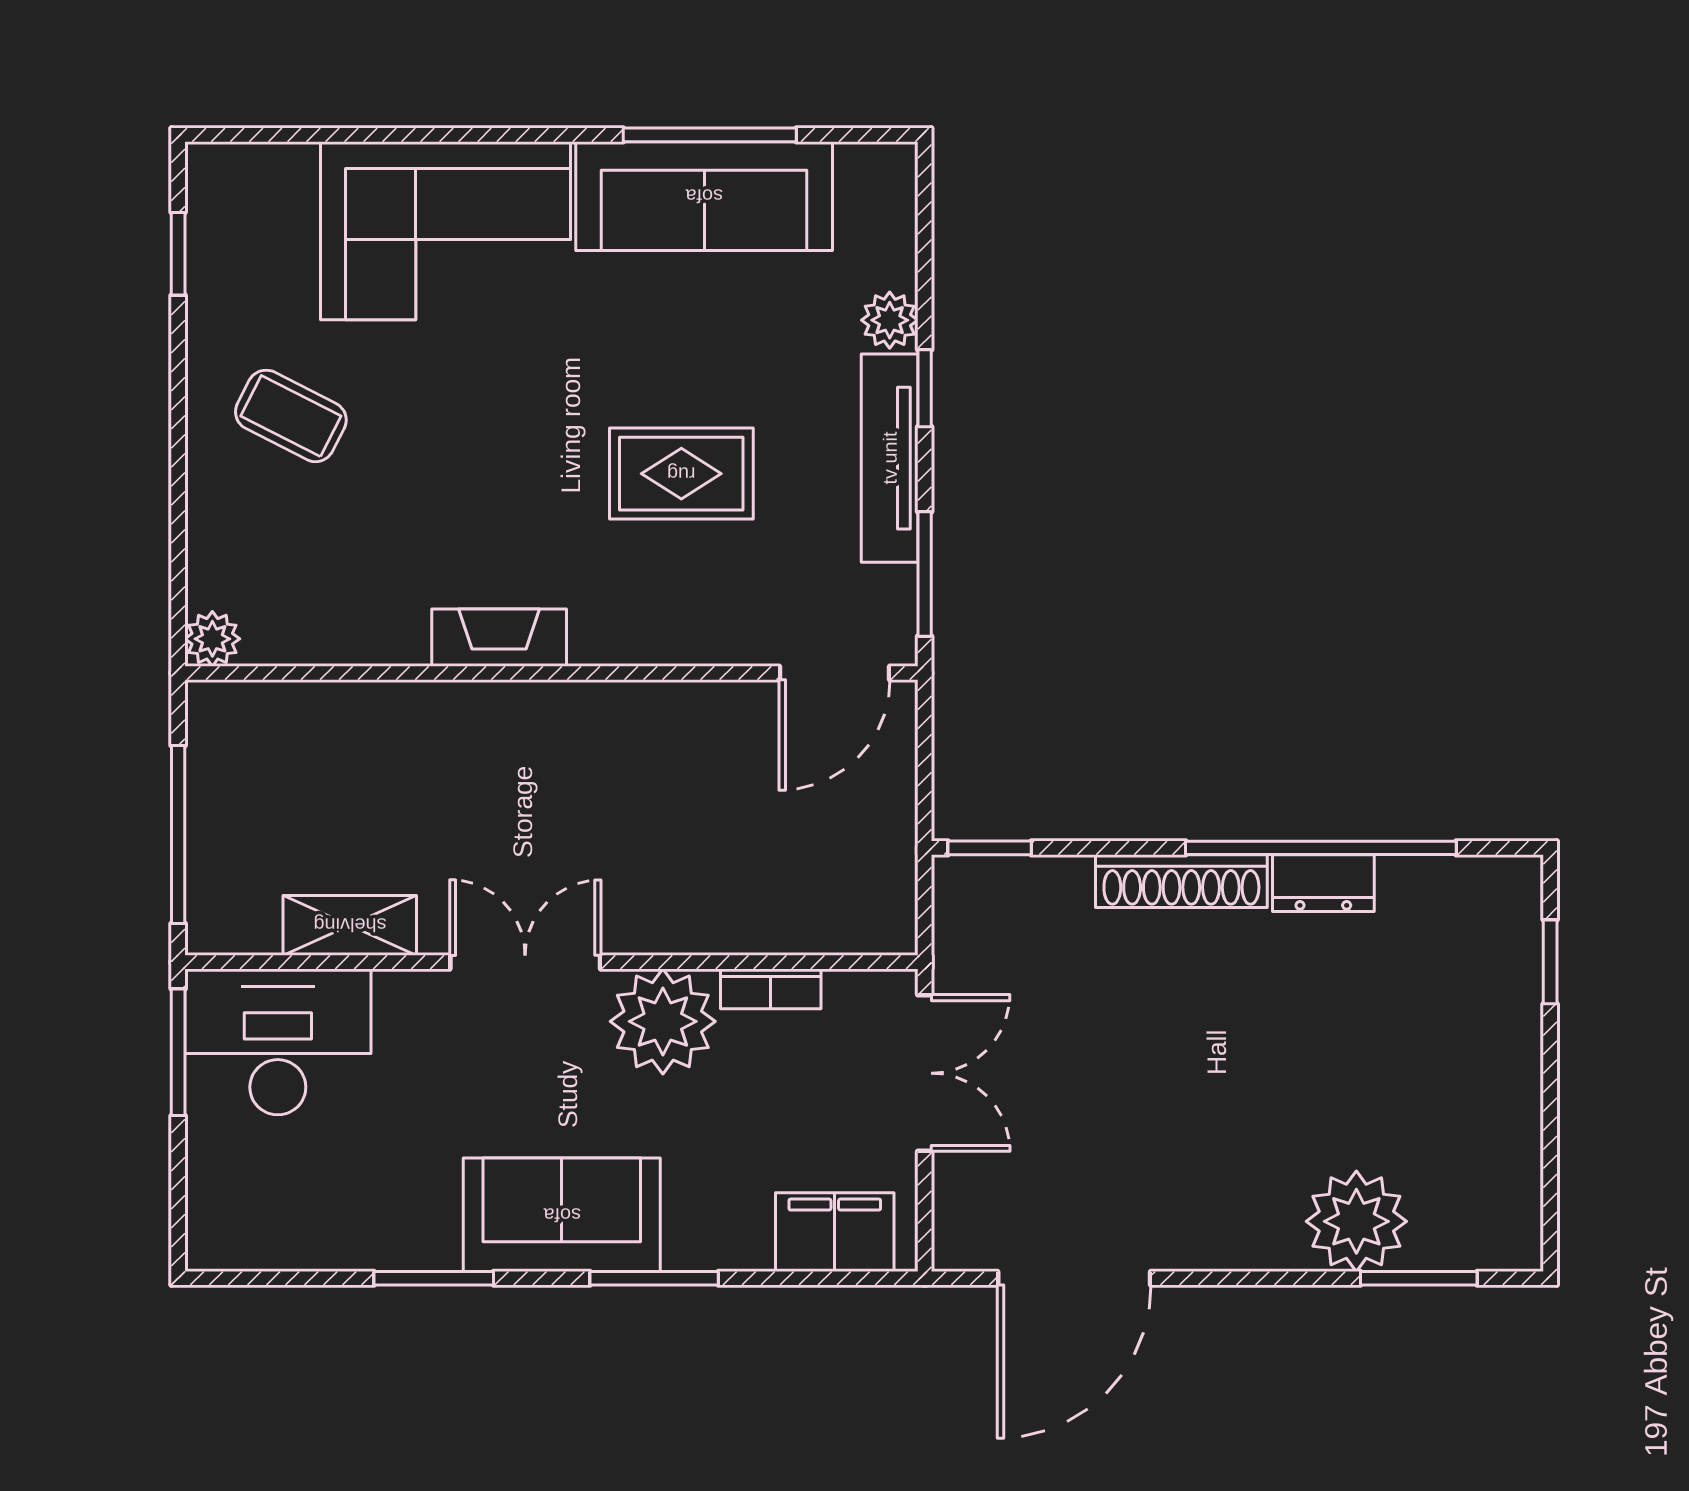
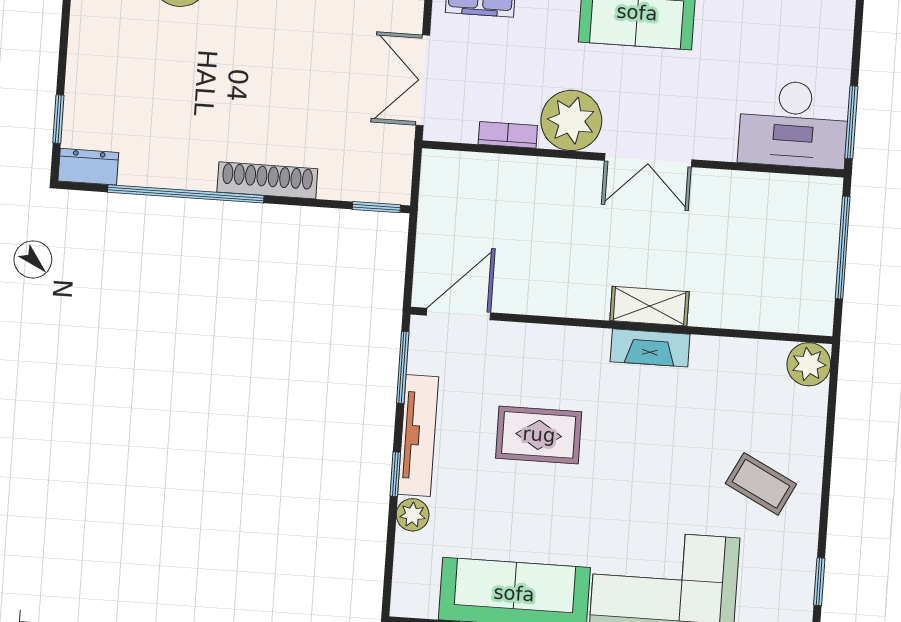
plant: (212, 639) -> (809, 364), width x1.38, depth x1.38
dresser: (1323, 883) -> (88, 167), moved
shelving: (350, 925) -> (650, 306), moved

